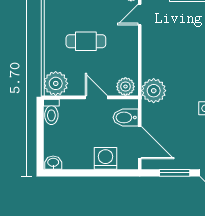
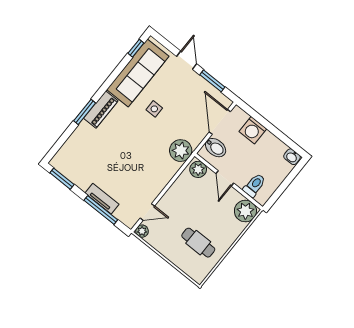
cafe table: (86, 41) -> (198, 243), moved
toilet: (51, 112) -> (254, 185), moved

